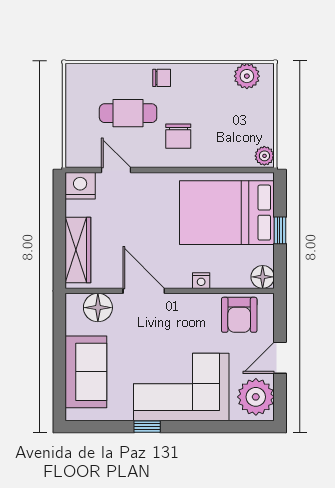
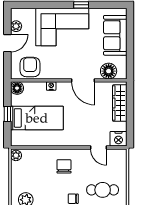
cafe table: (128, 113) -> (103, 190), moved
bed: (227, 213) -> (37, 118), width x0.67
plant: (256, 397) -> (16, 26), width x0.53, depth x0.53

